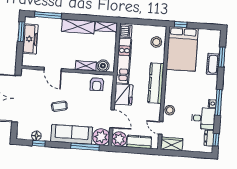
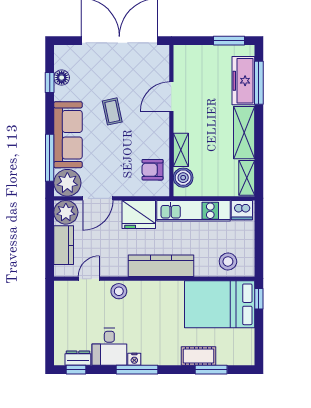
freezer: (30, 39) -> (243, 81), moved, turned 90
wardrobe: (172, 144) -> (64, 298), removed

